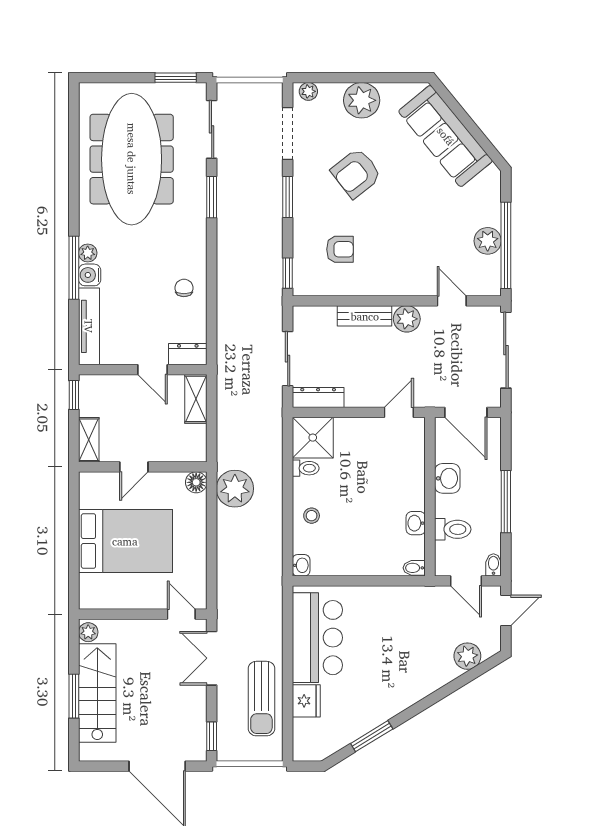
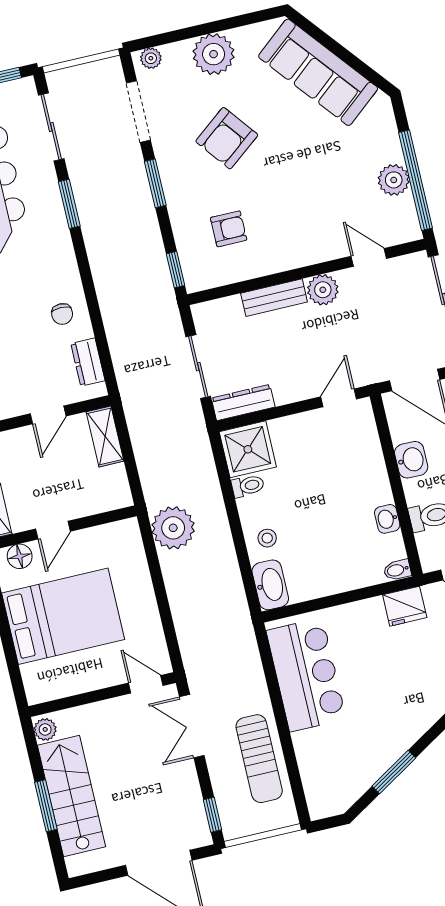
chair: (184, 288) -> (62, 314), turned 180
dresser: (188, 354) -> (88, 362), moved, turned -90
door: (153, 370) -> (48, 415), hinge flipped
floor lamp: (196, 482) -> (20, 556), moved
washbasin: (301, 565) -> (270, 585), width x1.91, depth x1.45
fridge: (306, 701) -> (405, 606), moved, turned 90

